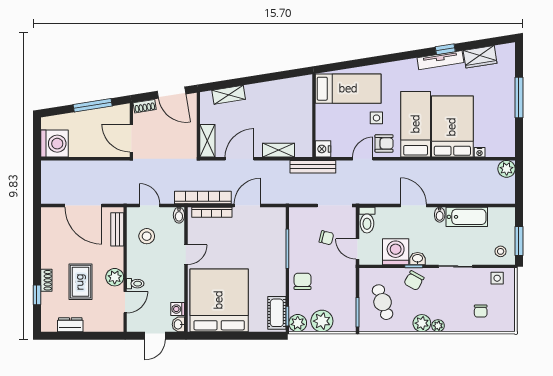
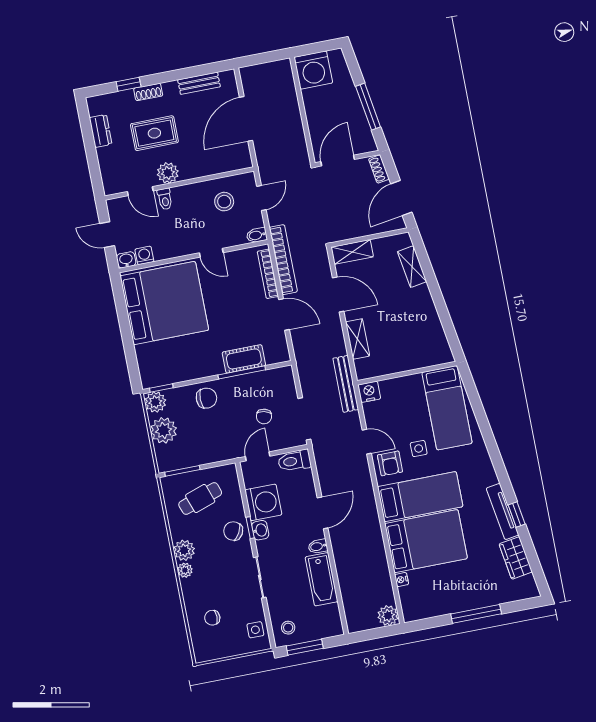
bench: (117, 229) -> (199, 83), moved
cot: (277, 313) -> (244, 359), moved

